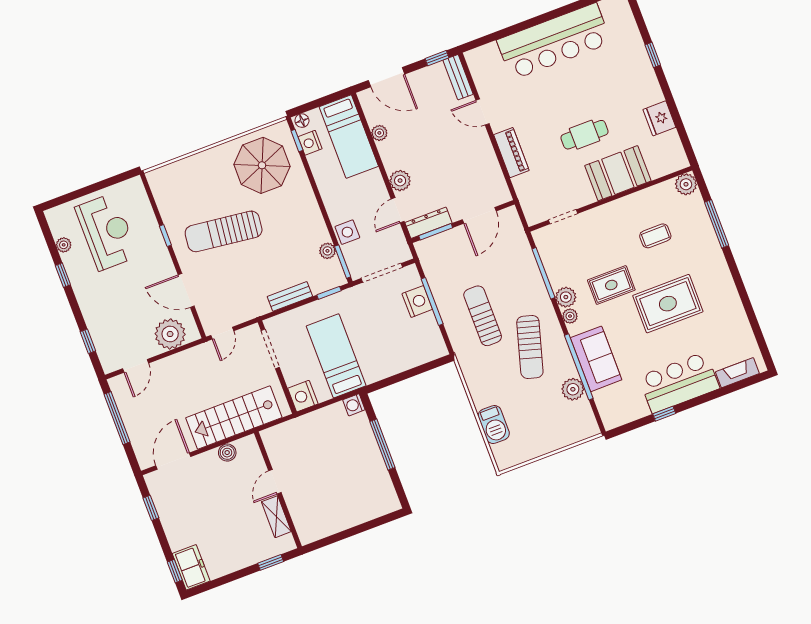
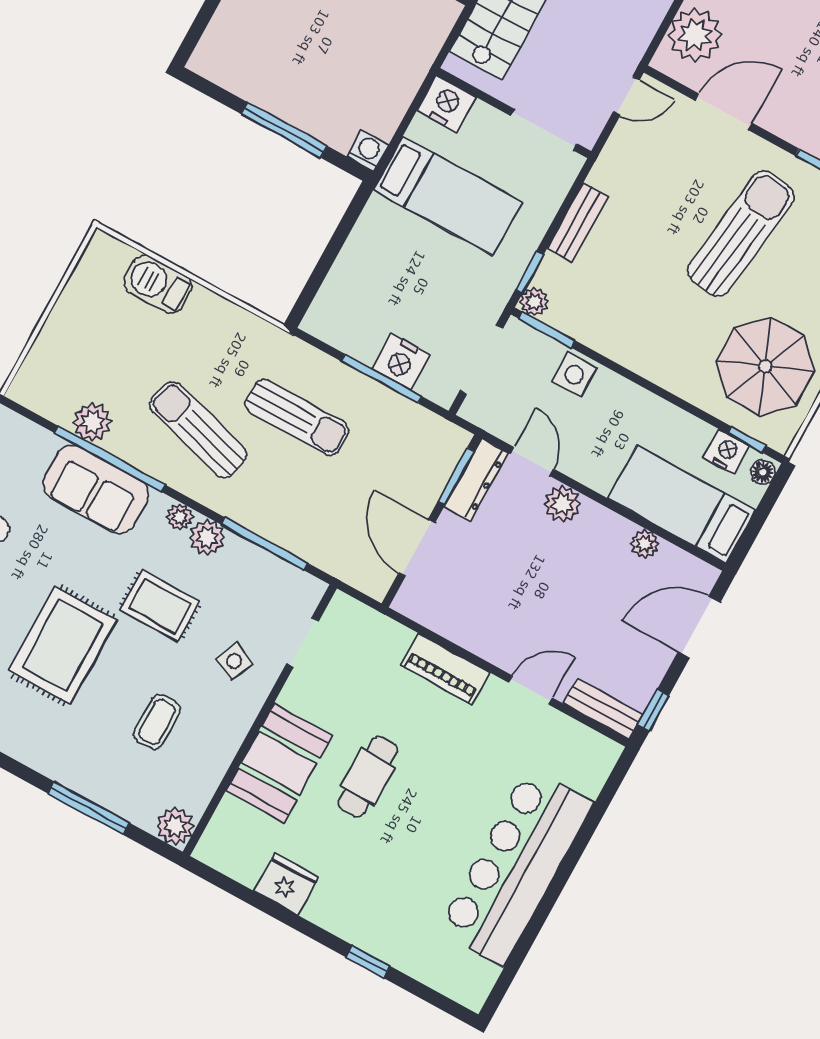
side table: (600, 234) -> (234, 661), added
plant: (327, 251) -> (534, 302), moved
rug: (611, 285) -> (160, 606), turned 90
door: (222, 333) -> (626, 96), swing flipped

